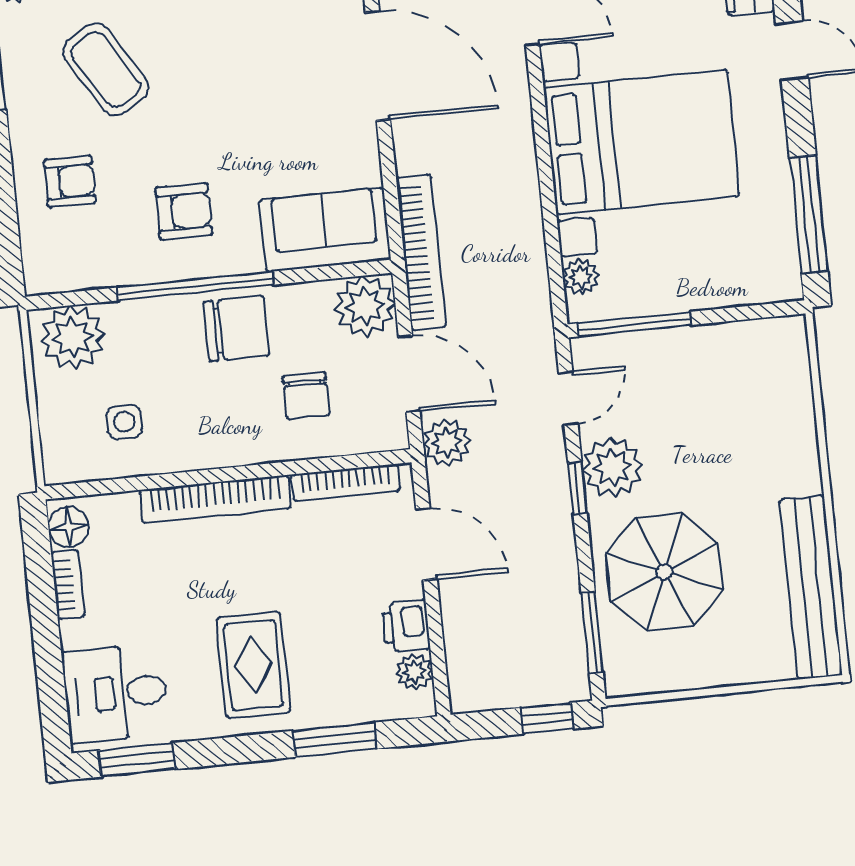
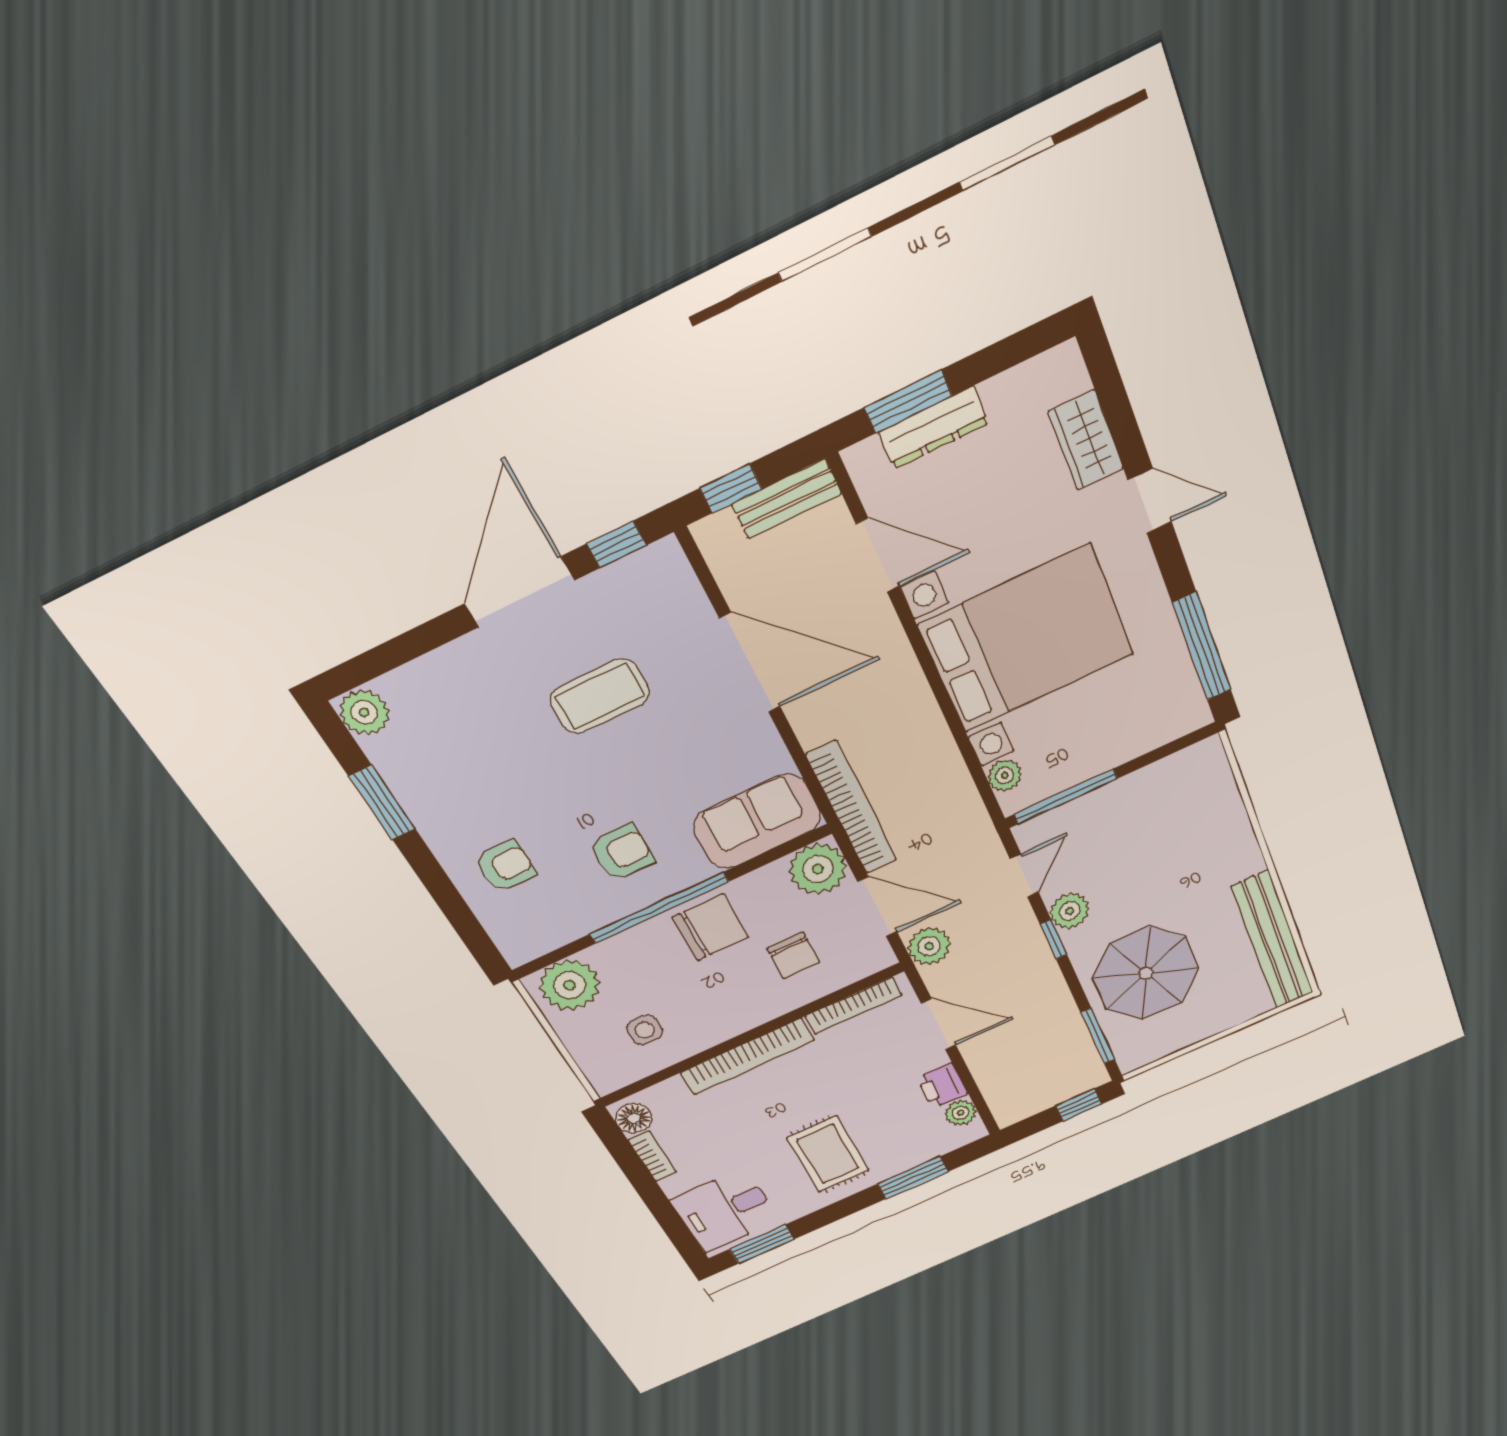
coffee table: (106, 69) -> (600, 696), moved, turned -58
plant: (612, 467) -> (1070, 911), width x0.73, depth x0.73

